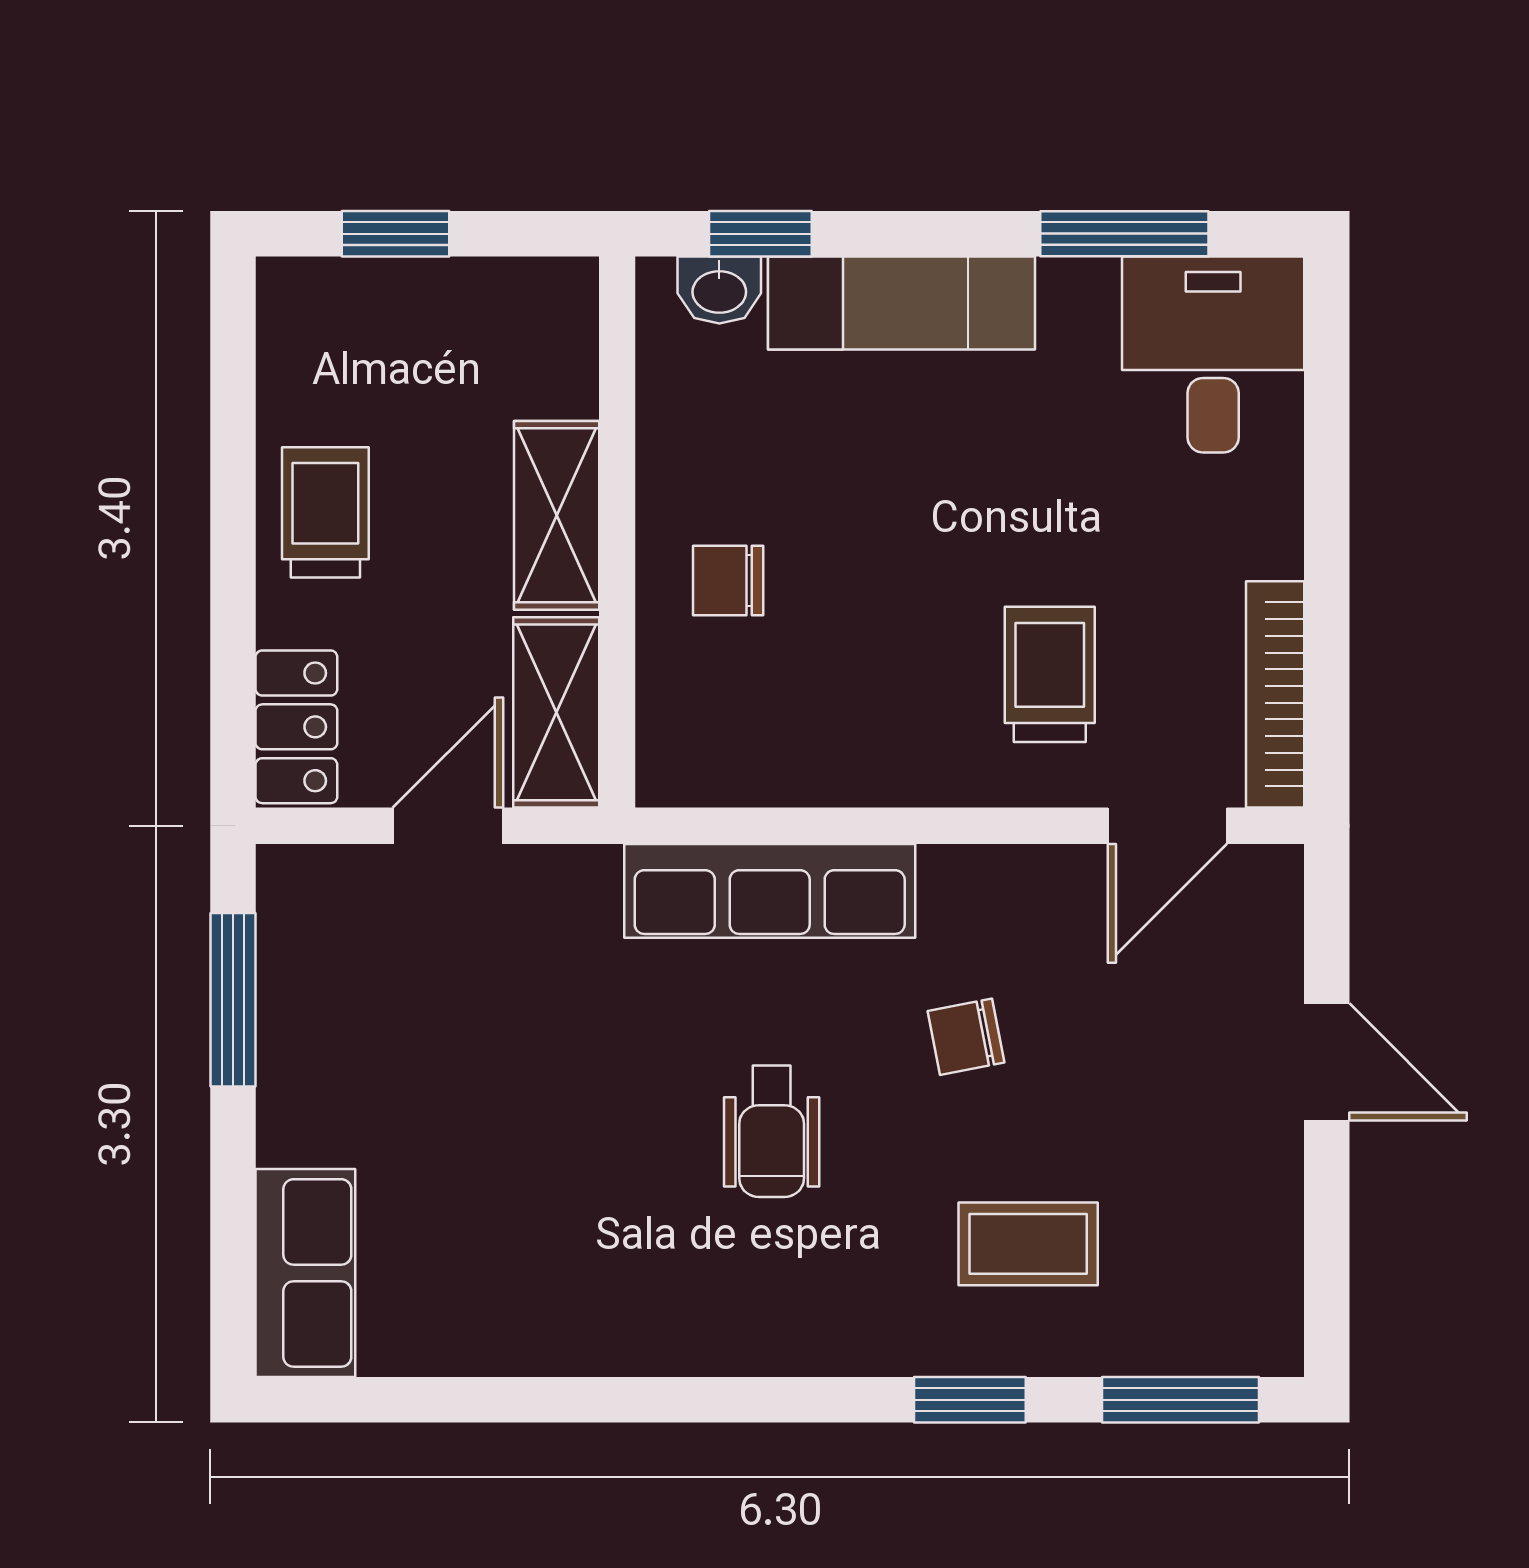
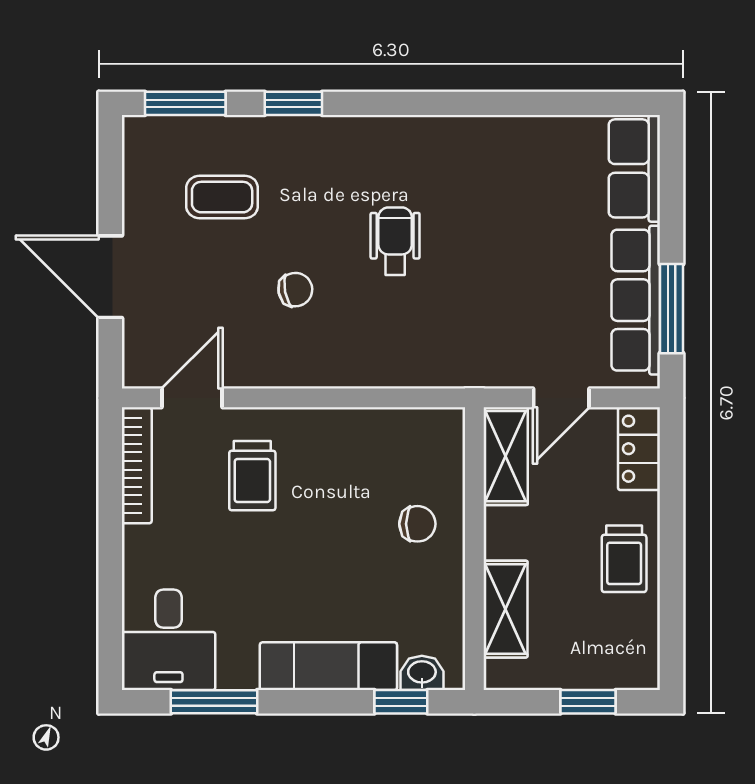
shelving: (557, 515) -> (505, 609), moved
row of seats: (770, 891) -> (636, 300), moved, turned -90
door: (1327, 1062) -> (110, 277), width x1.38
coffee table: (1028, 1244) -> (222, 197), moved

